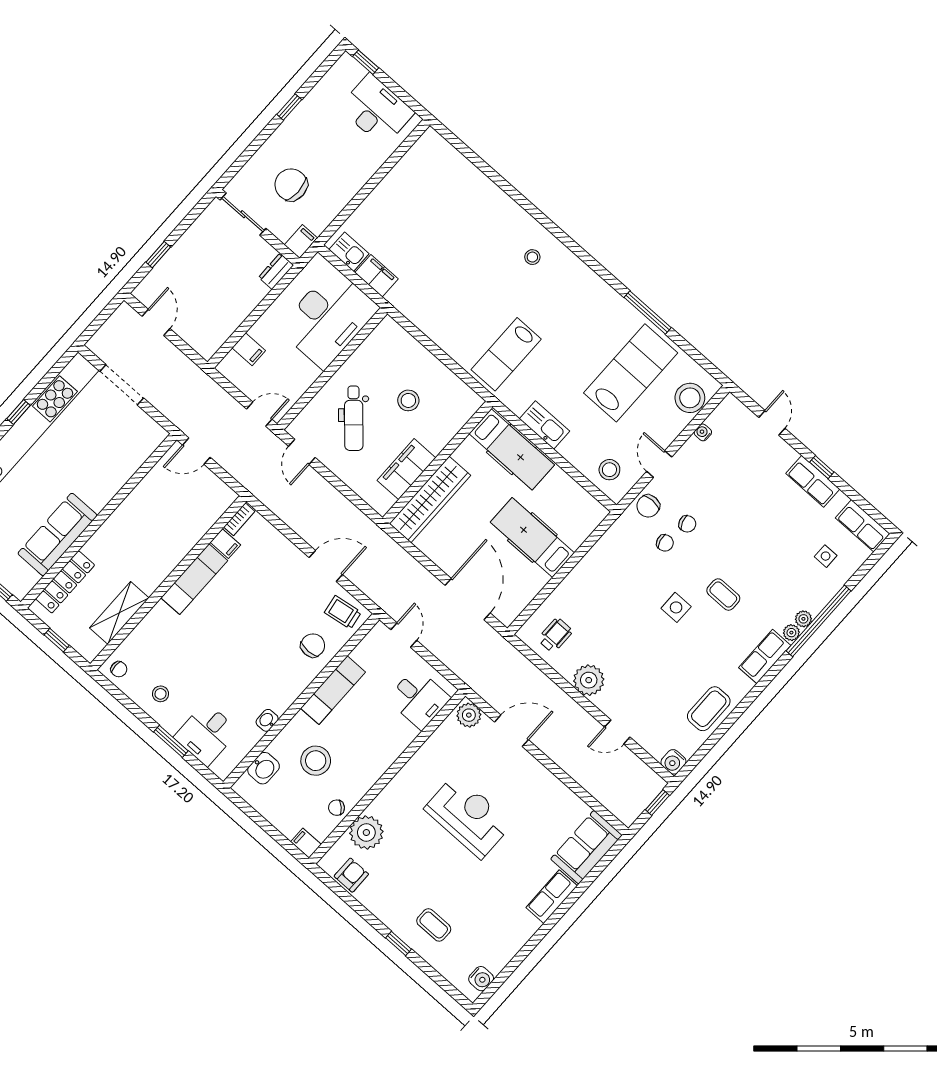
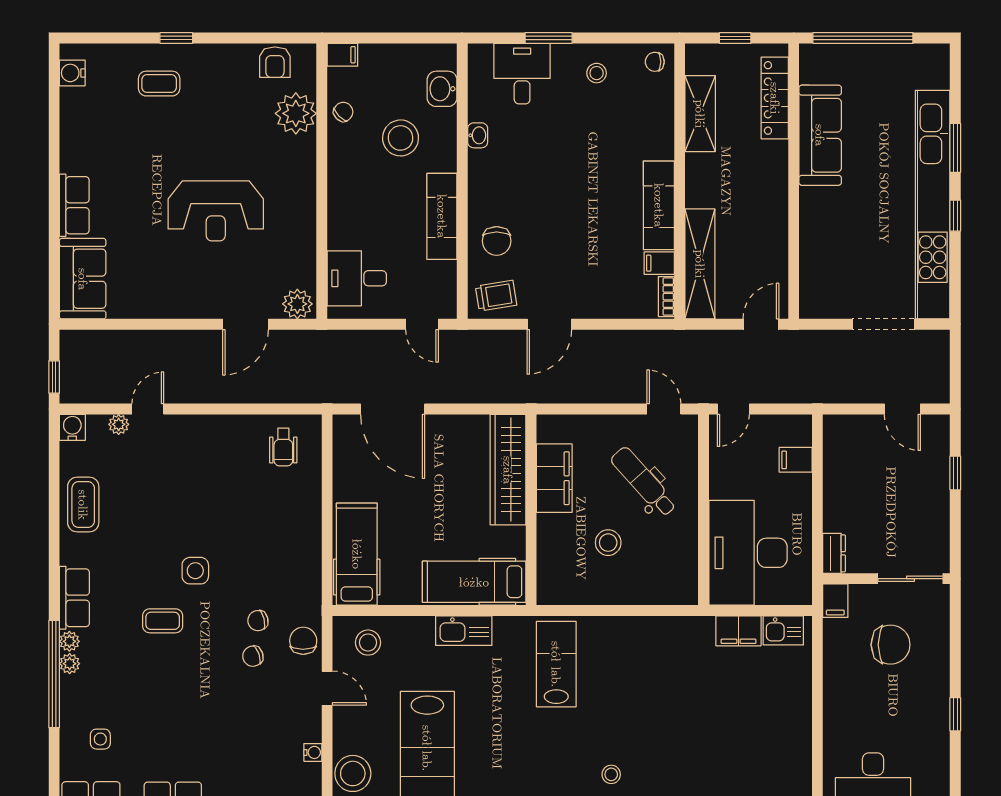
shelving: (201, 521) -> (700, 264), added
hospital bed: (532, 538) -> (357, 554), moved, turned -90
plant: (589, 680) -> (119, 424), moved, width x0.53, depth x0.53

